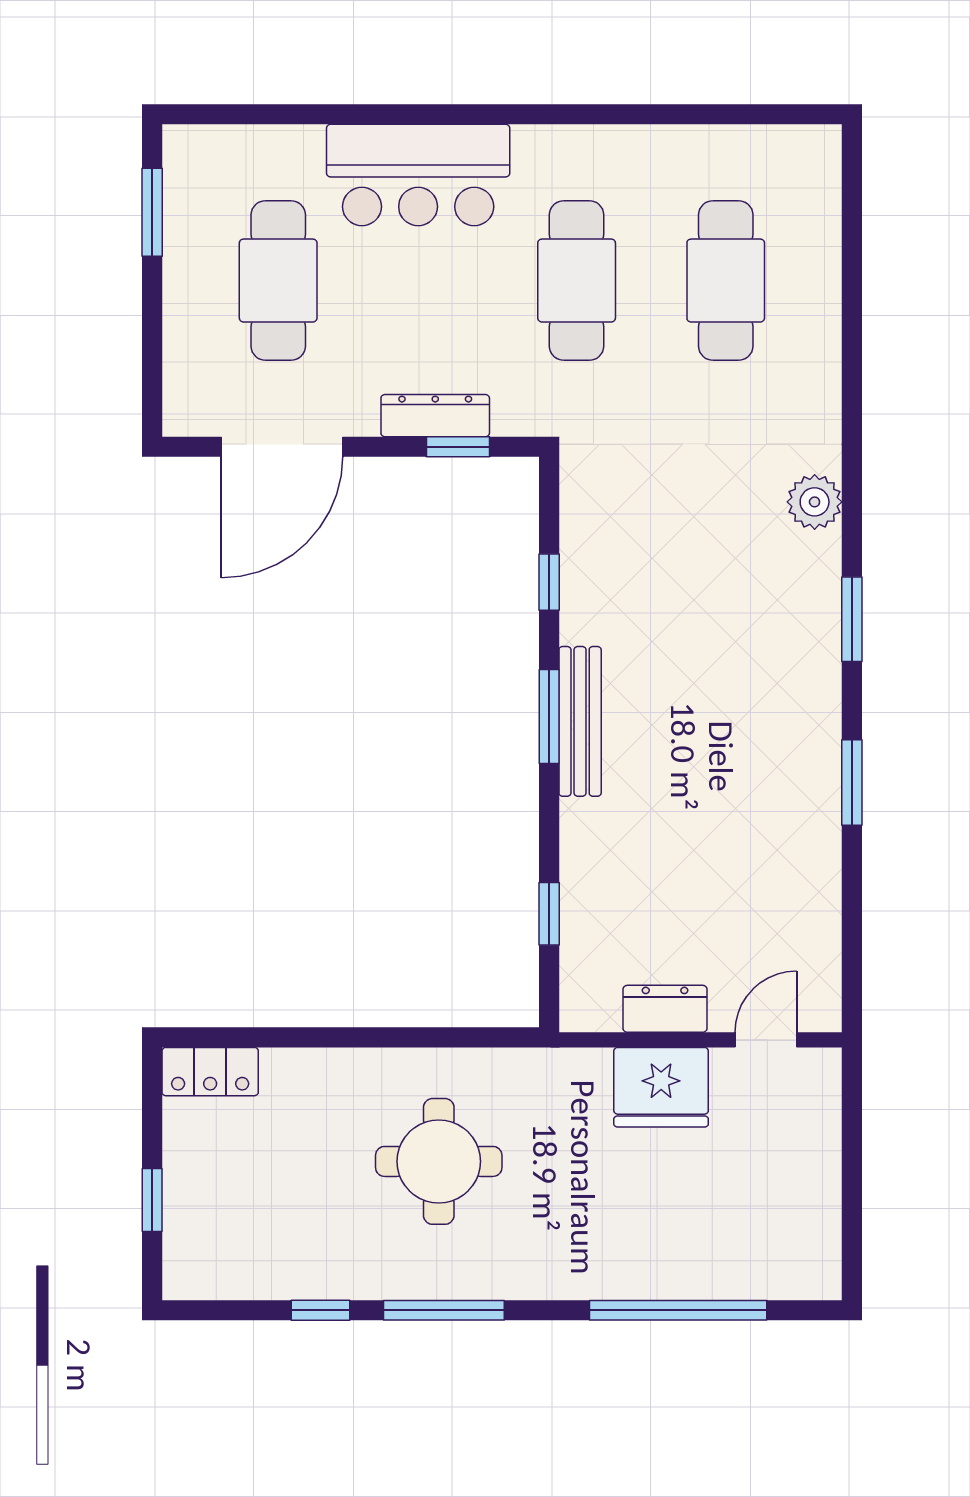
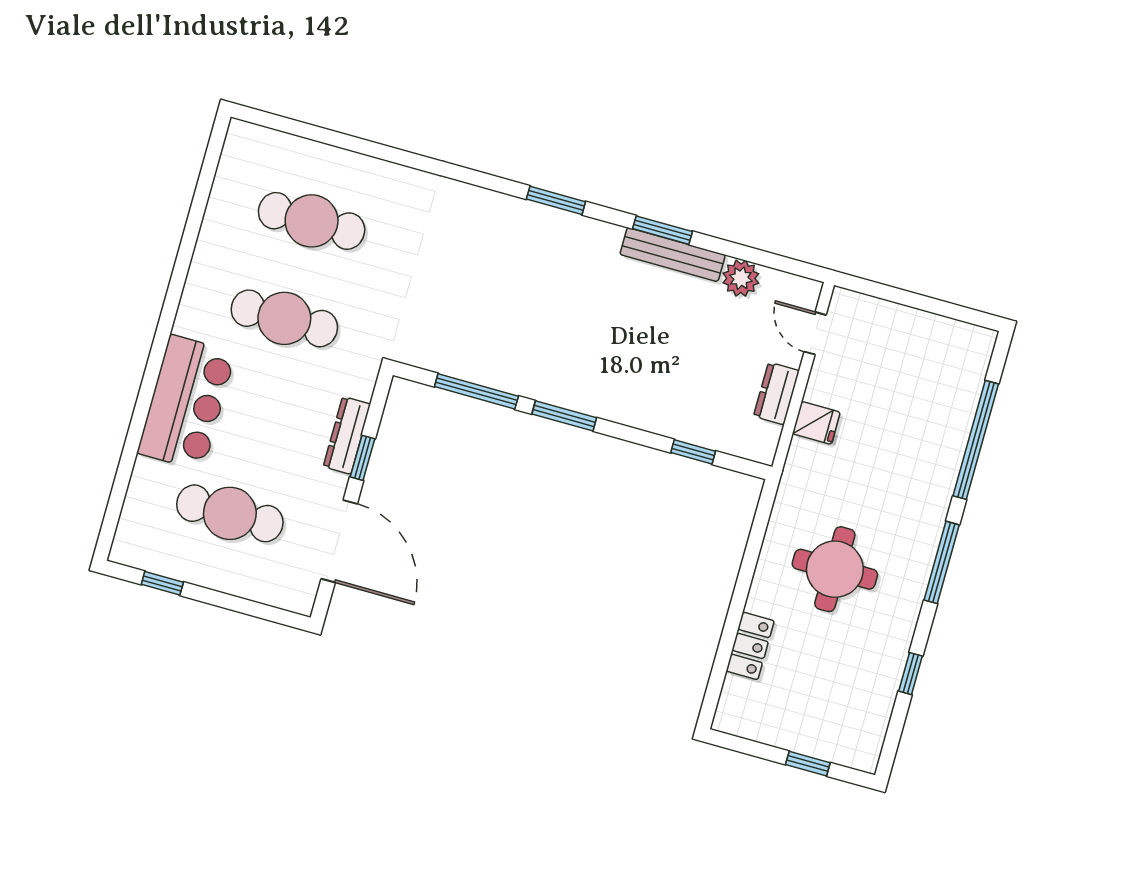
window: (152, 212) -> (162, 583), width x0.67
window: (458, 447) -> (362, 458), moved
plant: (815, 502) -> (741, 278), moved
window: (549, 582) -> (476, 391), width x2.17
bench: (580, 721) -> (673, 255), moved
locker: (210, 1072) -> (750, 646), moved
fridge: (661, 1087) -> (816, 423), width x0.53, depth x0.75
window: (444, 1310) -> (942, 562), moved

